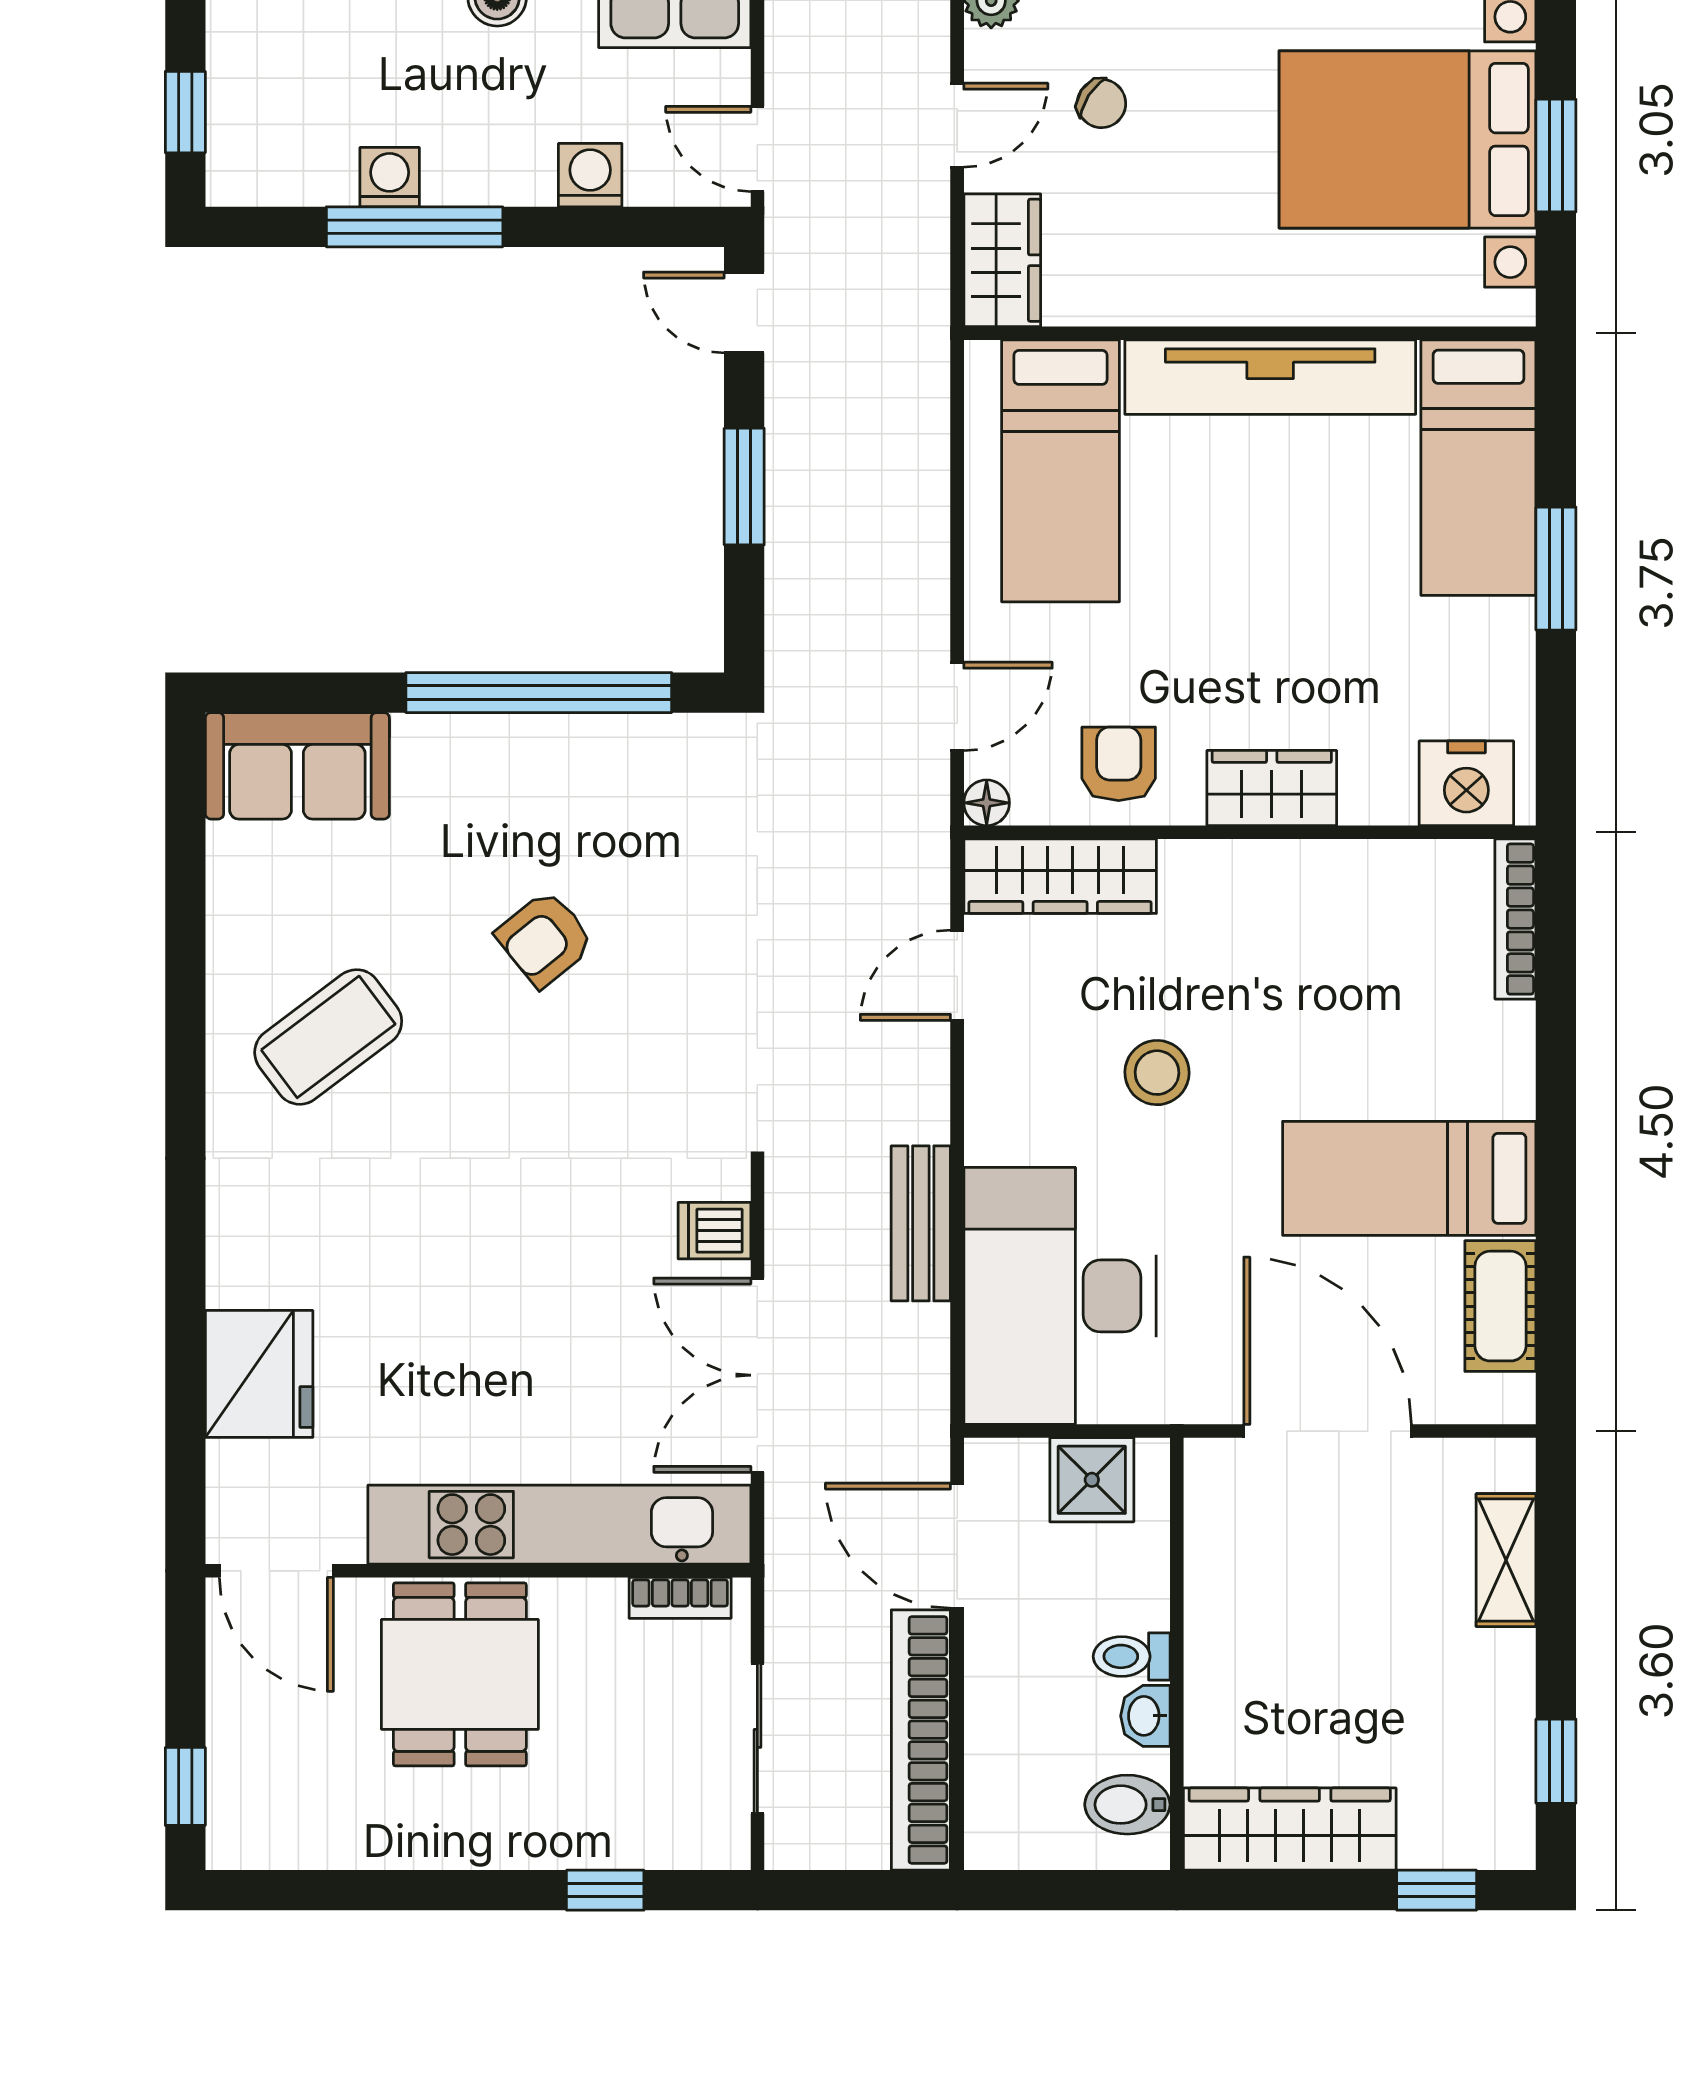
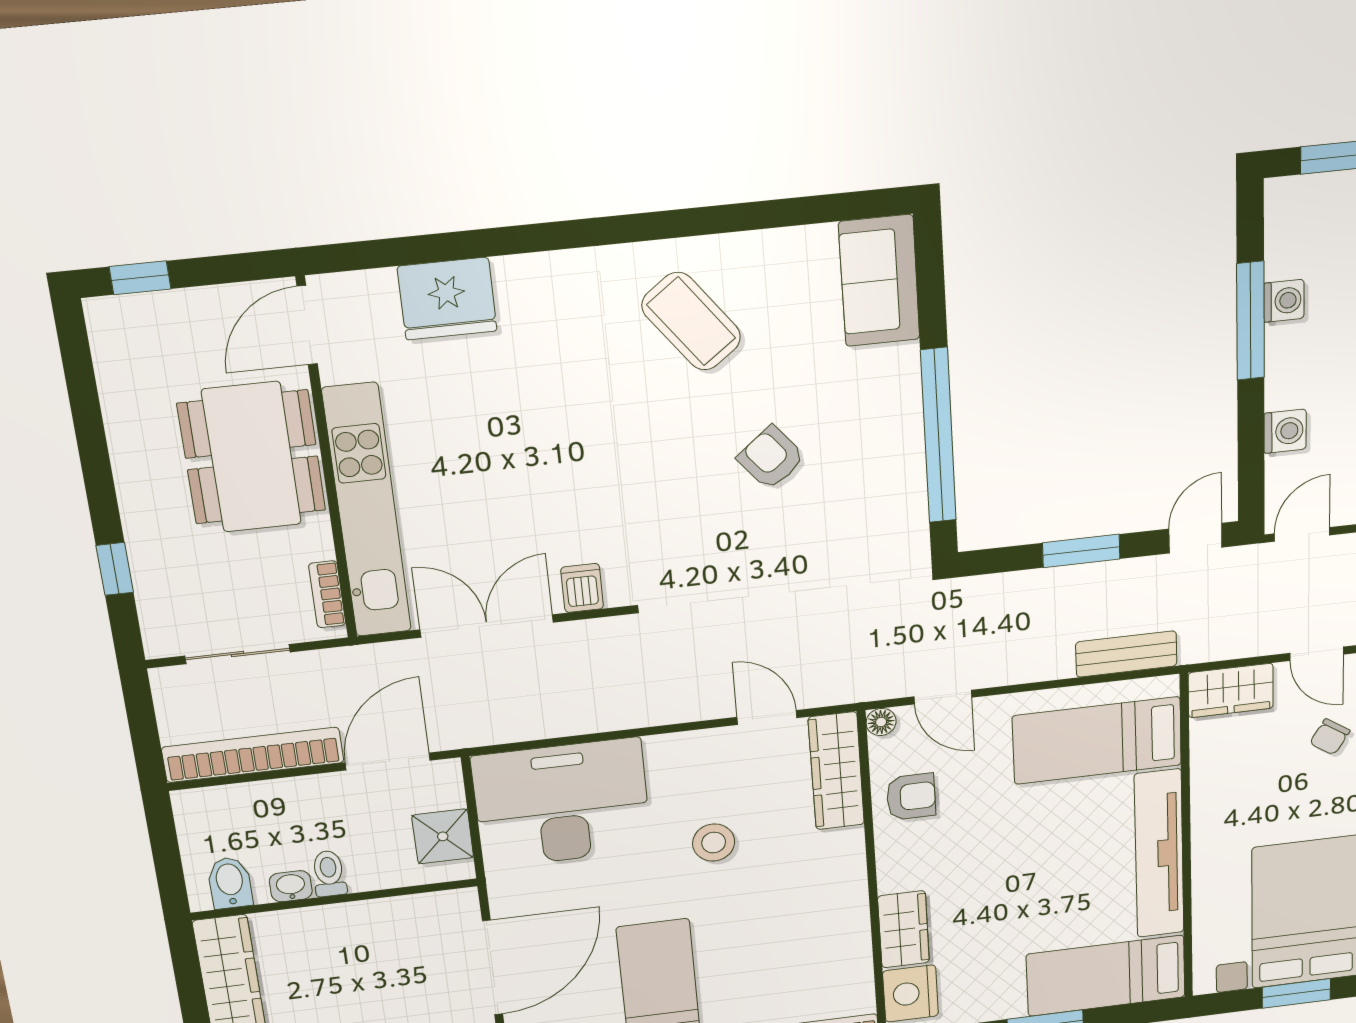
wardrobe: (1272, 788) -> (904, 929), moved
bench: (921, 1223) -> (1126, 654), moved
dining table: (460, 1674) -> (252, 457), width x1.38

